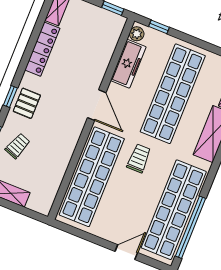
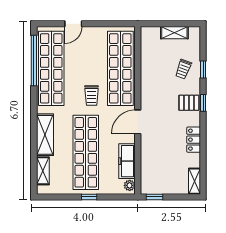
window: (159, 27) -> (89, 197), moved
locker: (42, 49) -> (194, 140), width x0.66
pallet: (27, 103) -> (189, 103), turned 90
door: (97, 105) -> (138, 122), hinge flipped

